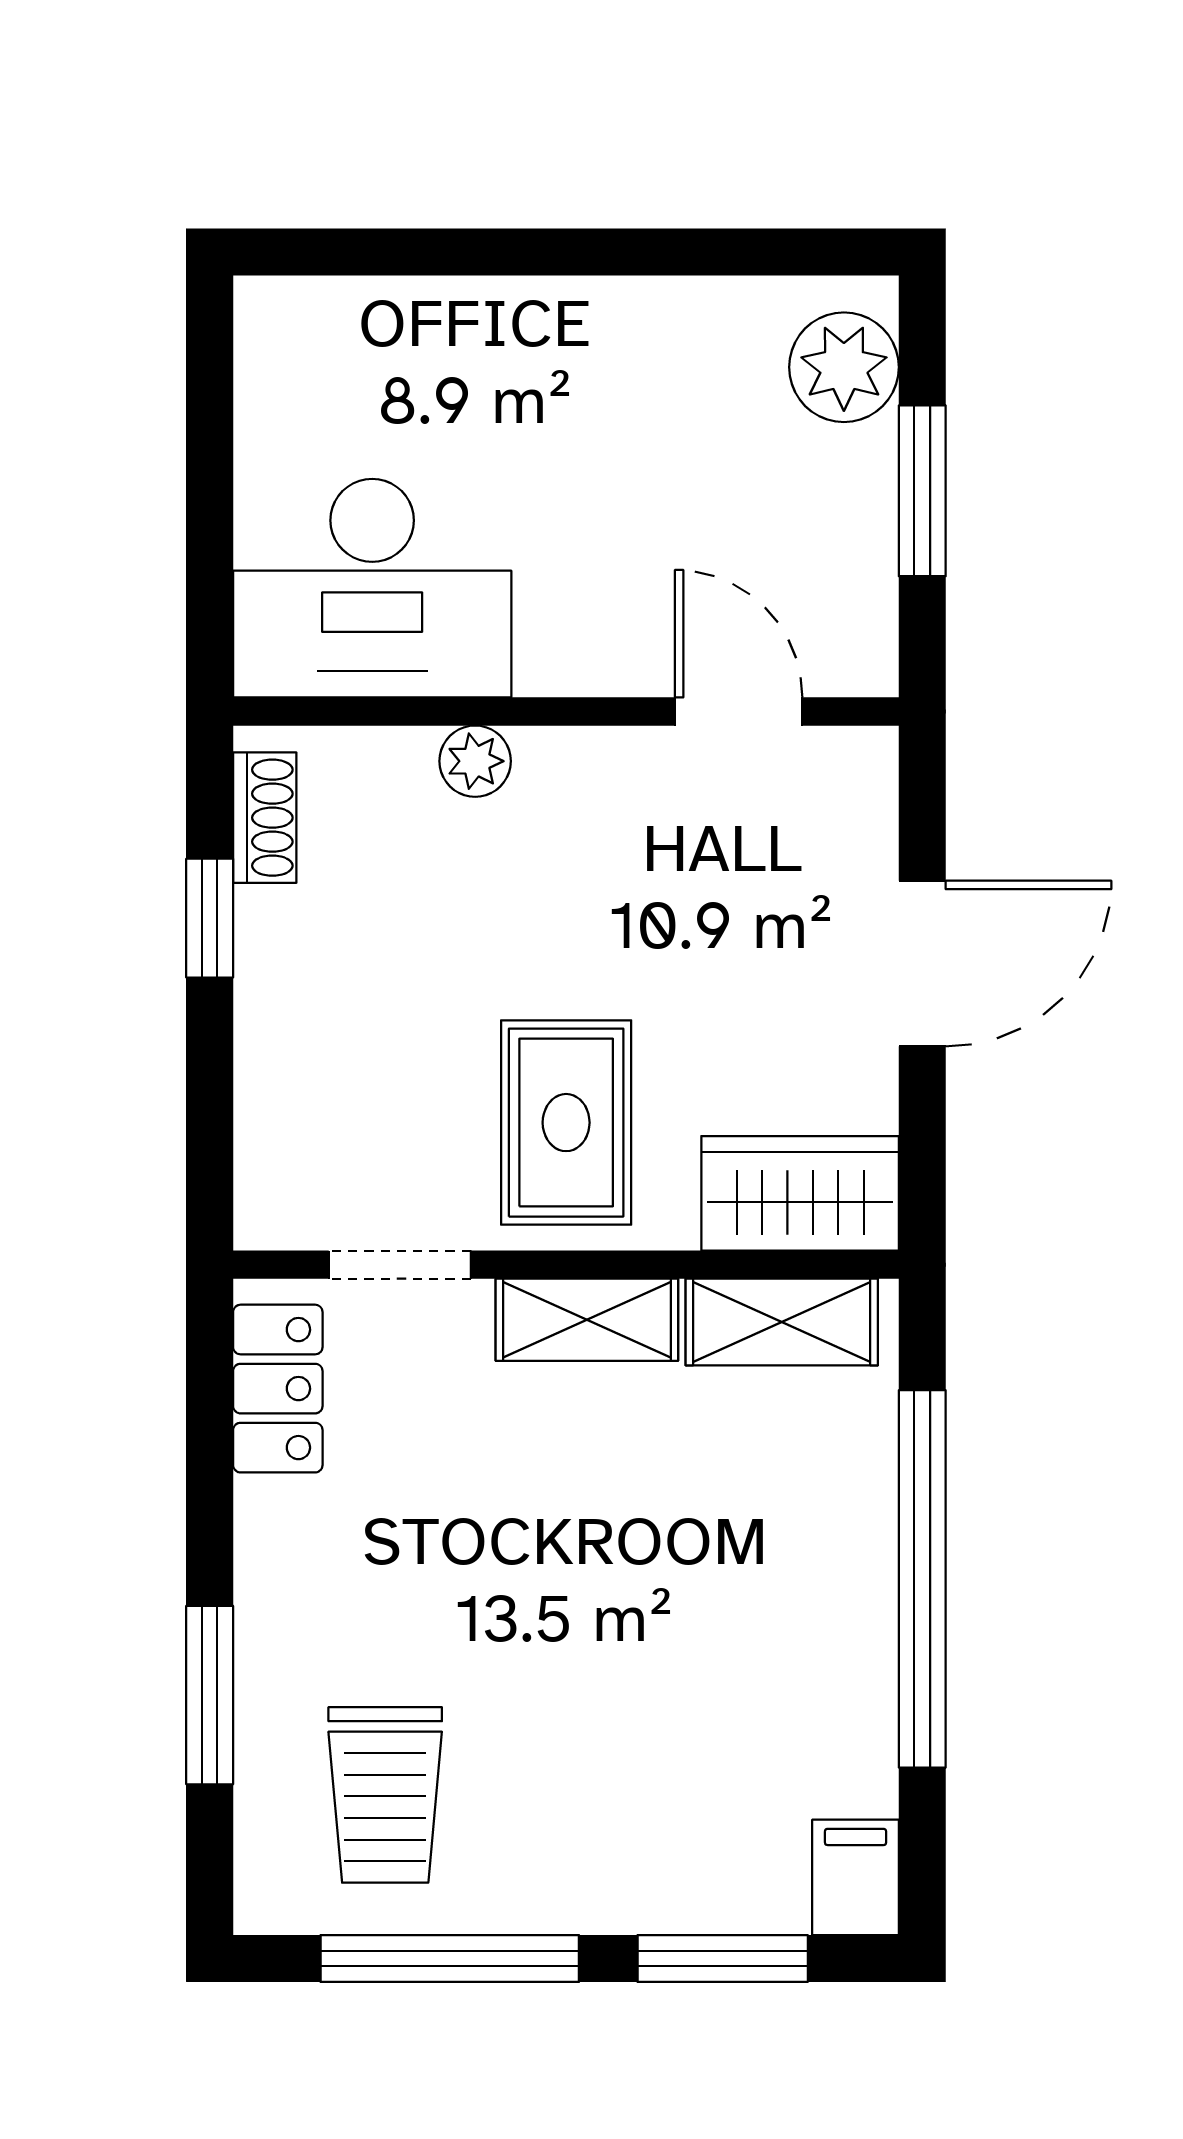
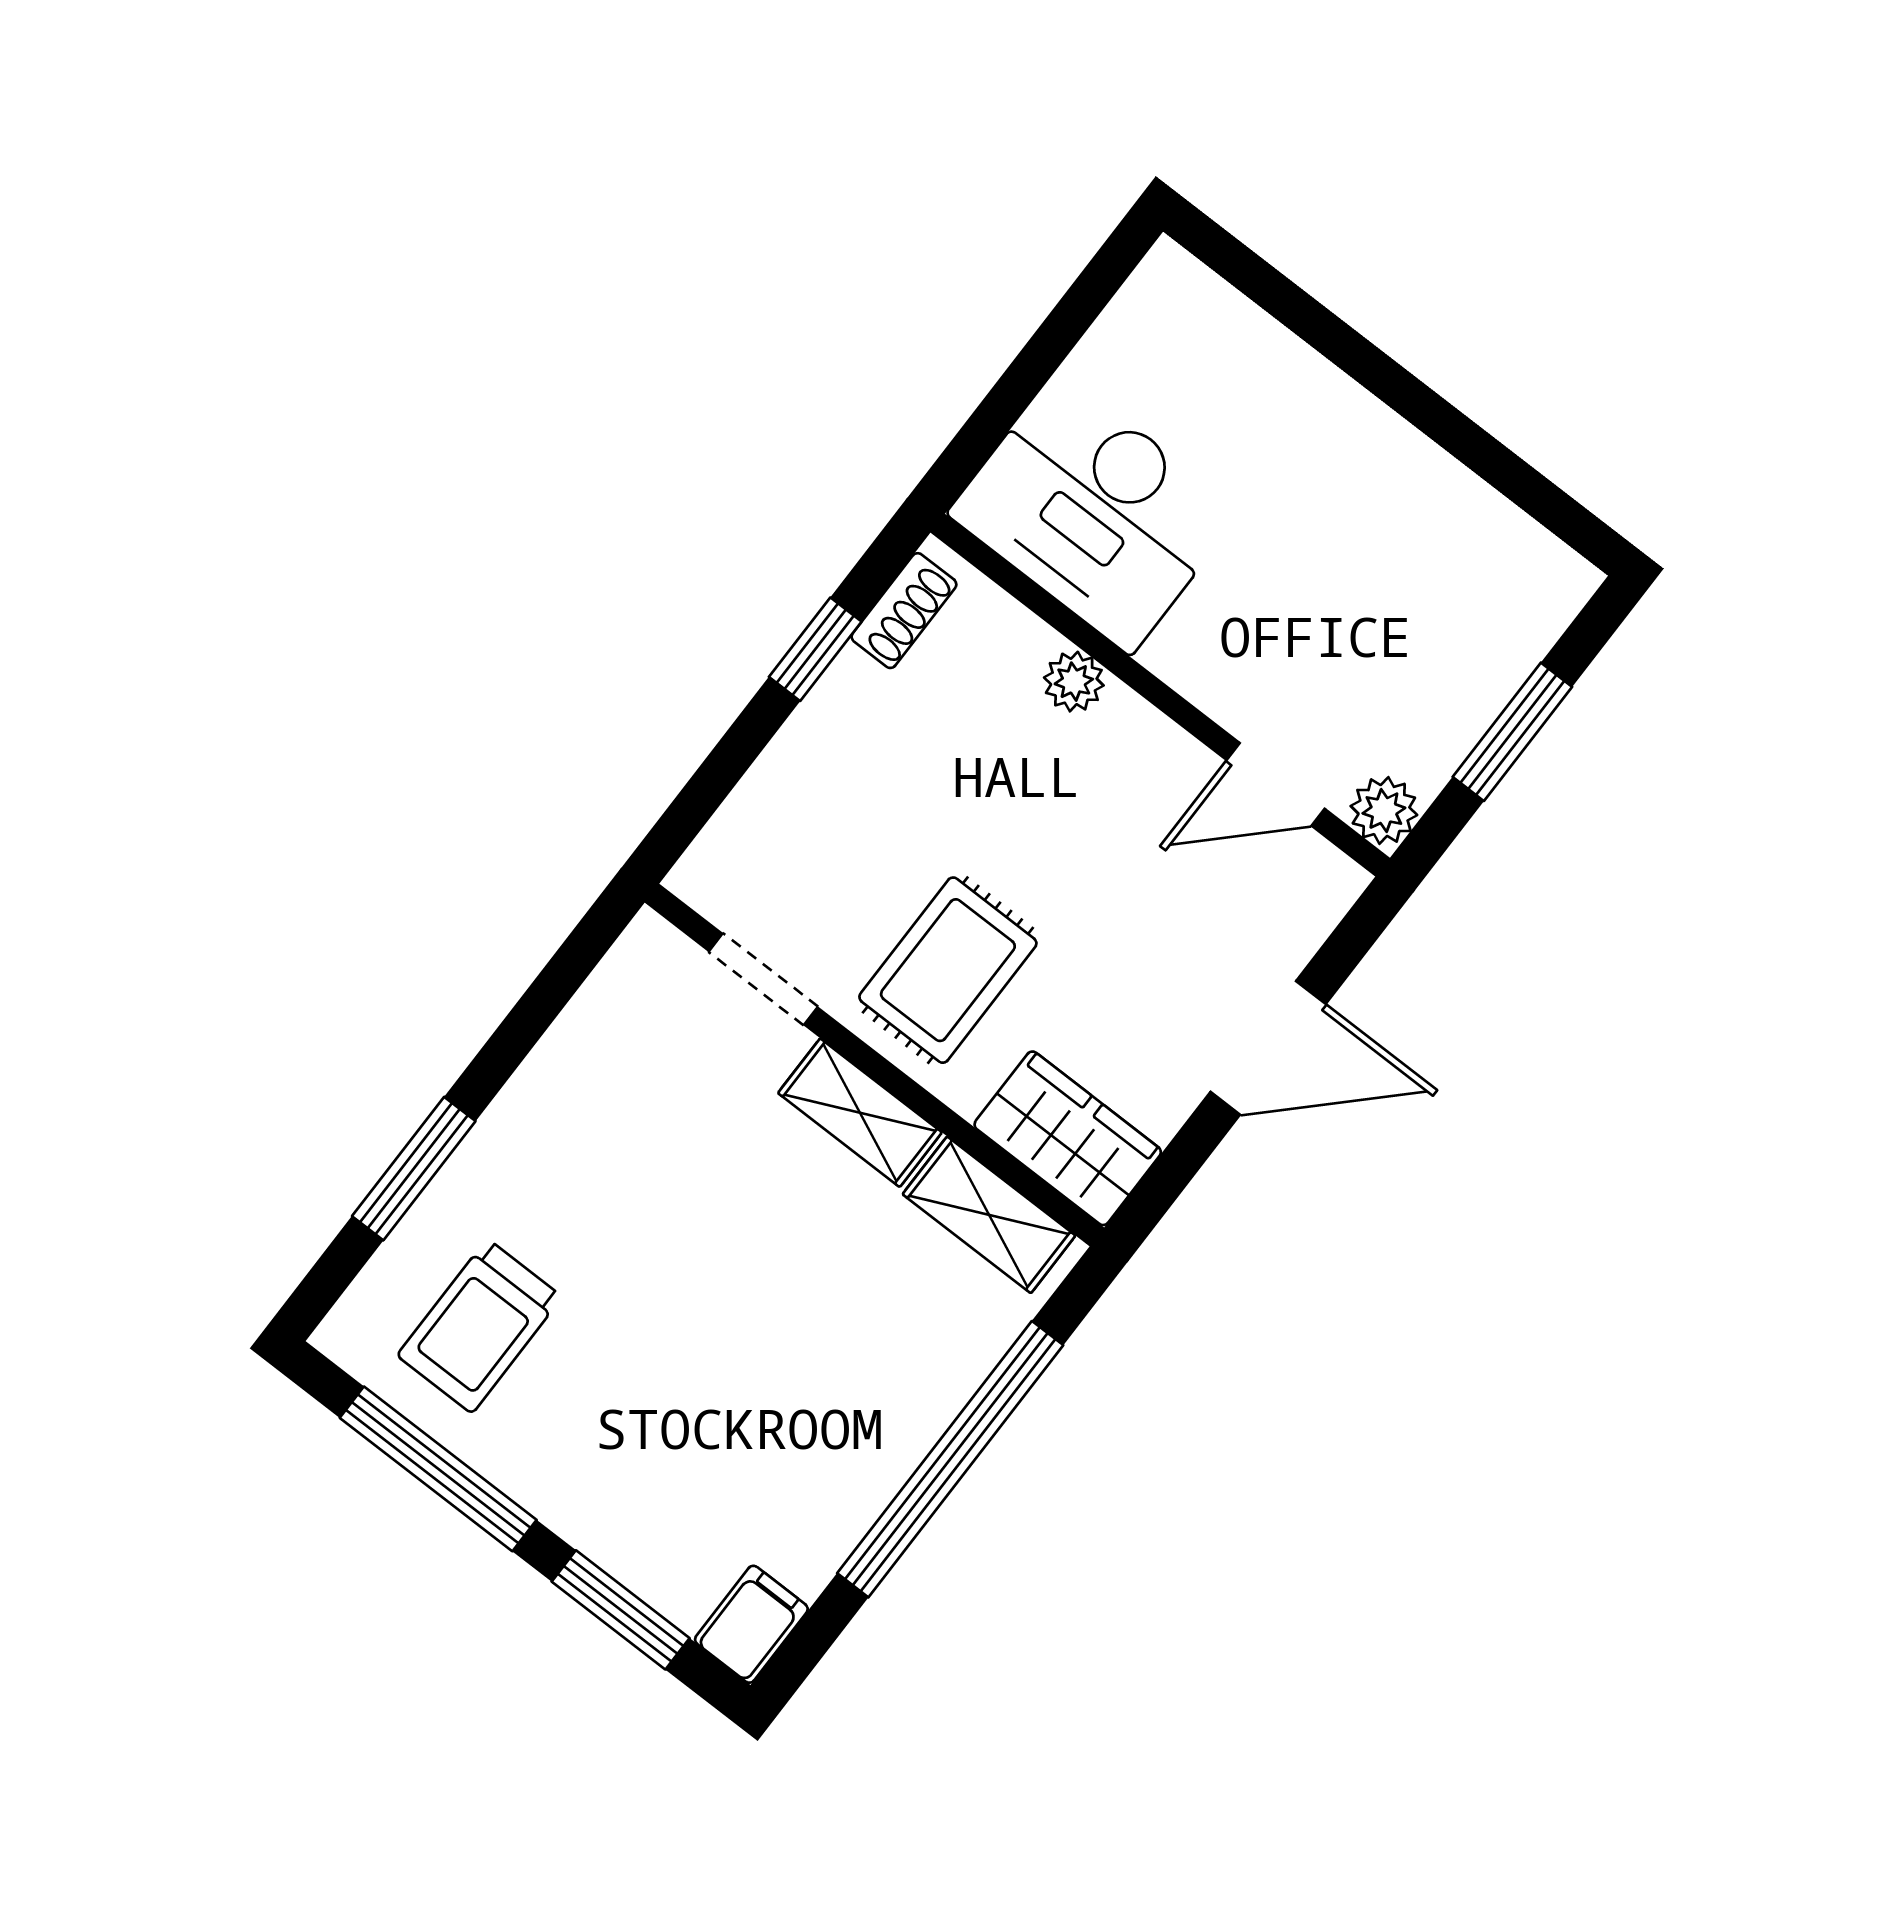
plant: (844, 367) -> (1384, 811), moved, width x0.73, depth x0.73
door: (739, 711) -> (1276, 784), swing flipped
locker: (278, 1389) -> (618, 999), removed

